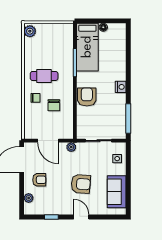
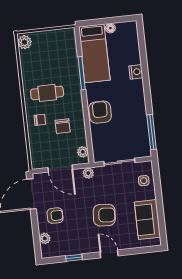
nightstand: (121, 87) -> (136, 72), moved
plant: (69, 129) -> (83, 152), added

